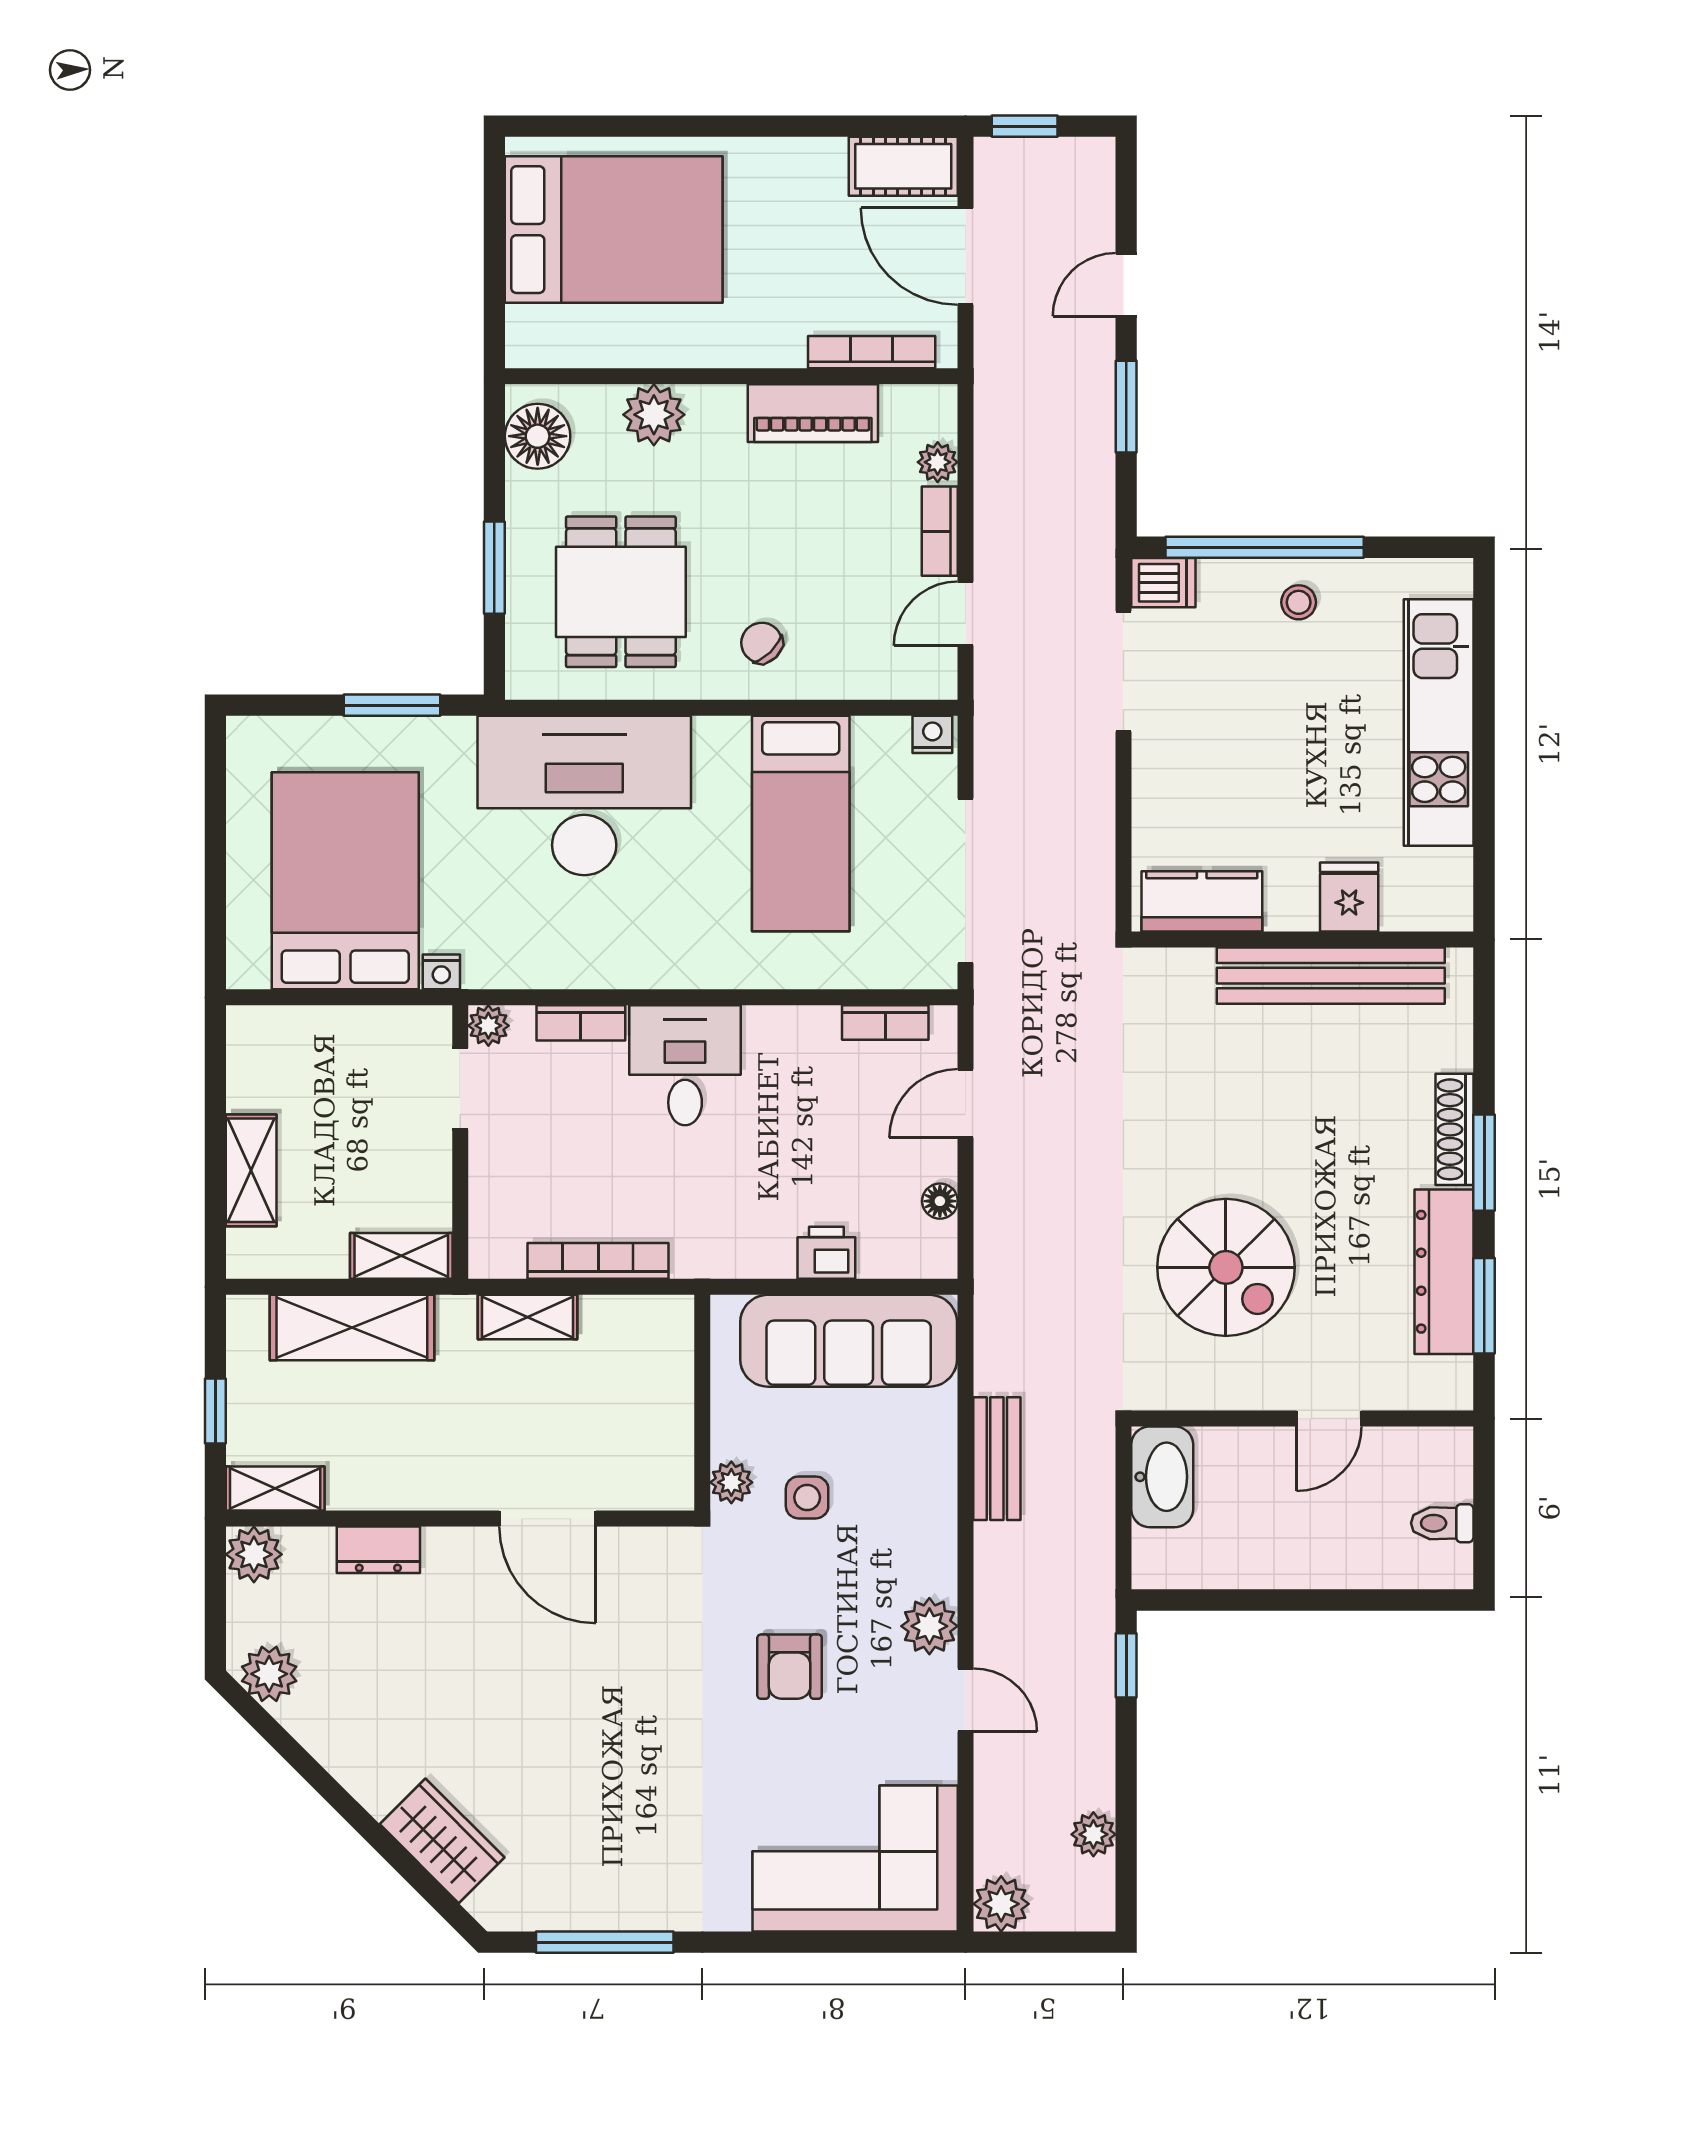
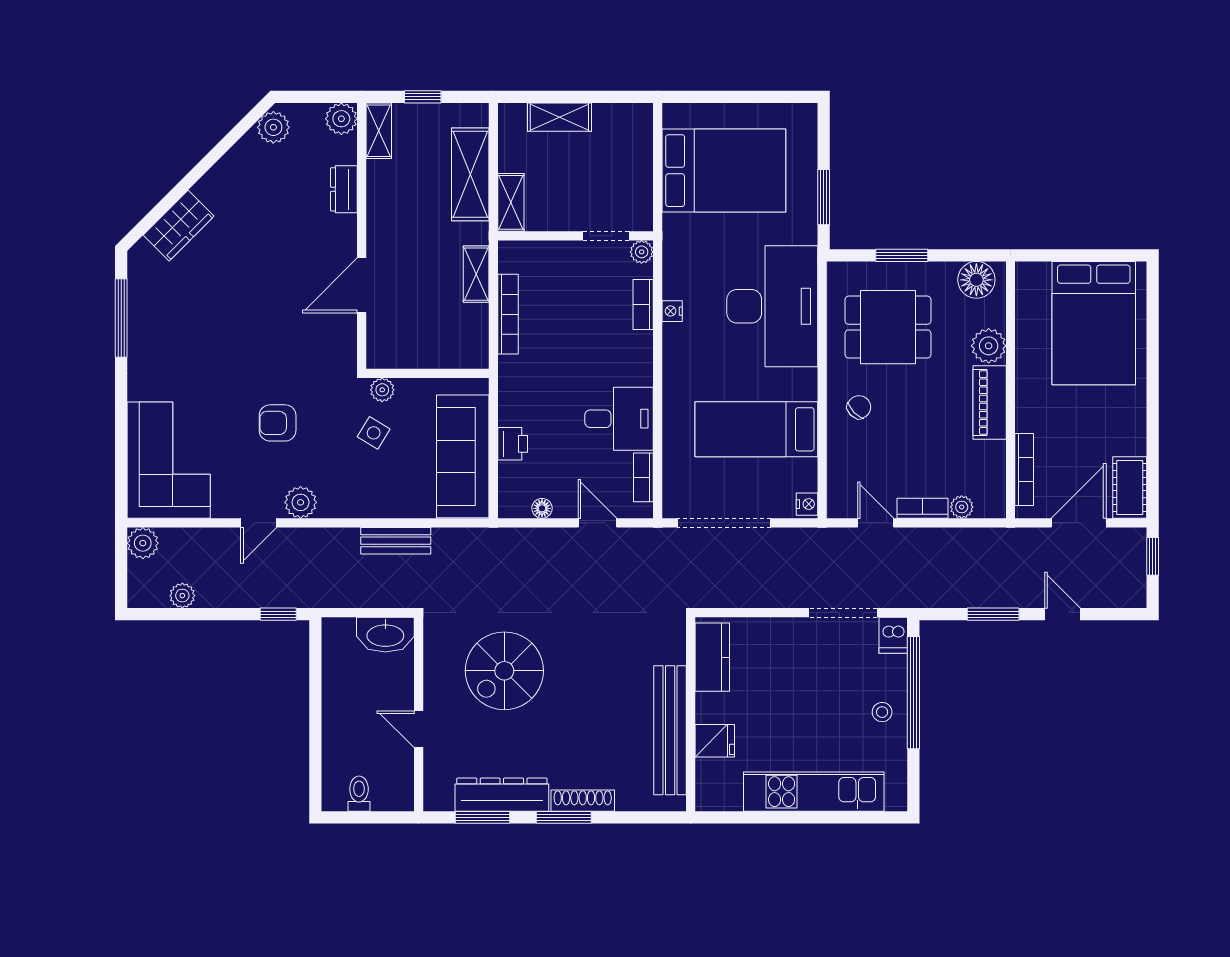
piano: (813, 413) -> (990, 403), moved
nightstand: (441, 972) -> (672, 311), moved
desk: (685, 1065) -> (619, 419), moved
side table: (807, 1497) -> (374, 433), turned 31

